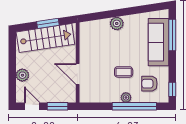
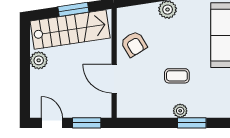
plant: (22, 75) -> (39, 60), moved
armchair: (149, 84) -> (134, 44), moved, turned -121
window: (134, 106) -> (192, 123), width x0.47

